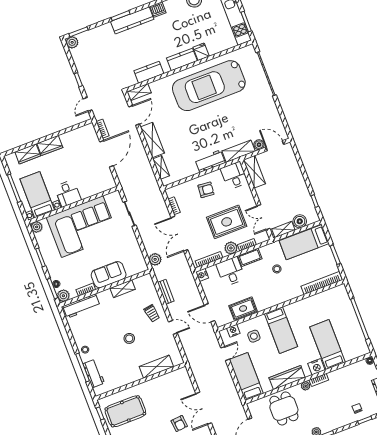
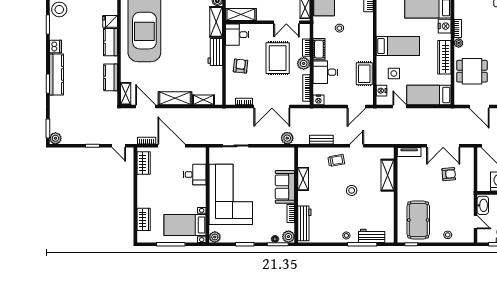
wardrobe: (50, 145) -> (144, 163), moved
desk: (68, 193) -> (195, 175), moved
tv unit: (186, 379) -> (409, 152), added

